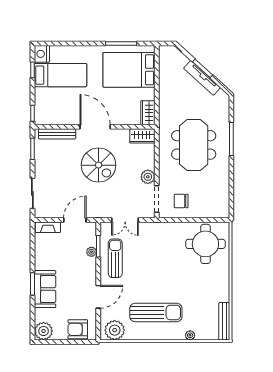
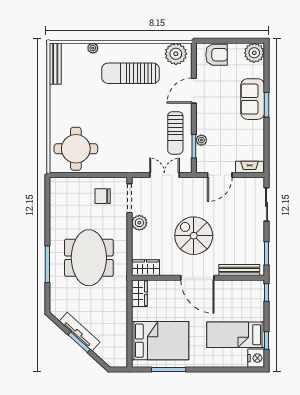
chair: (181, 201) -> (103, 196), turned 180

